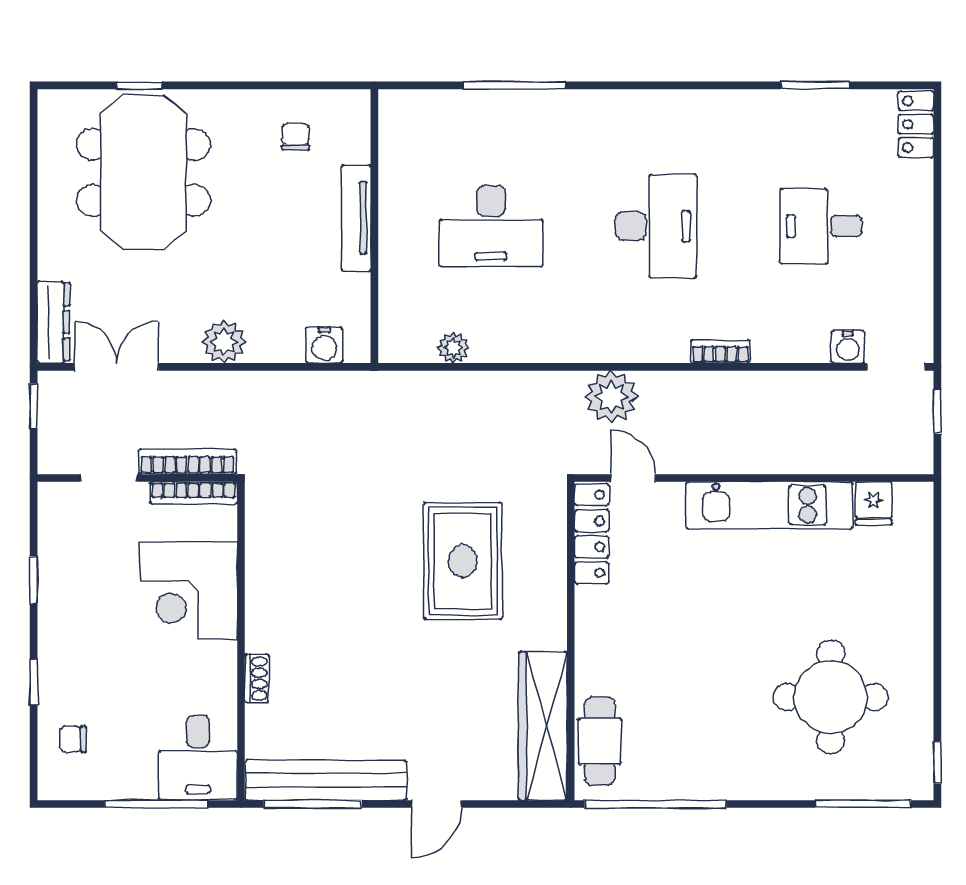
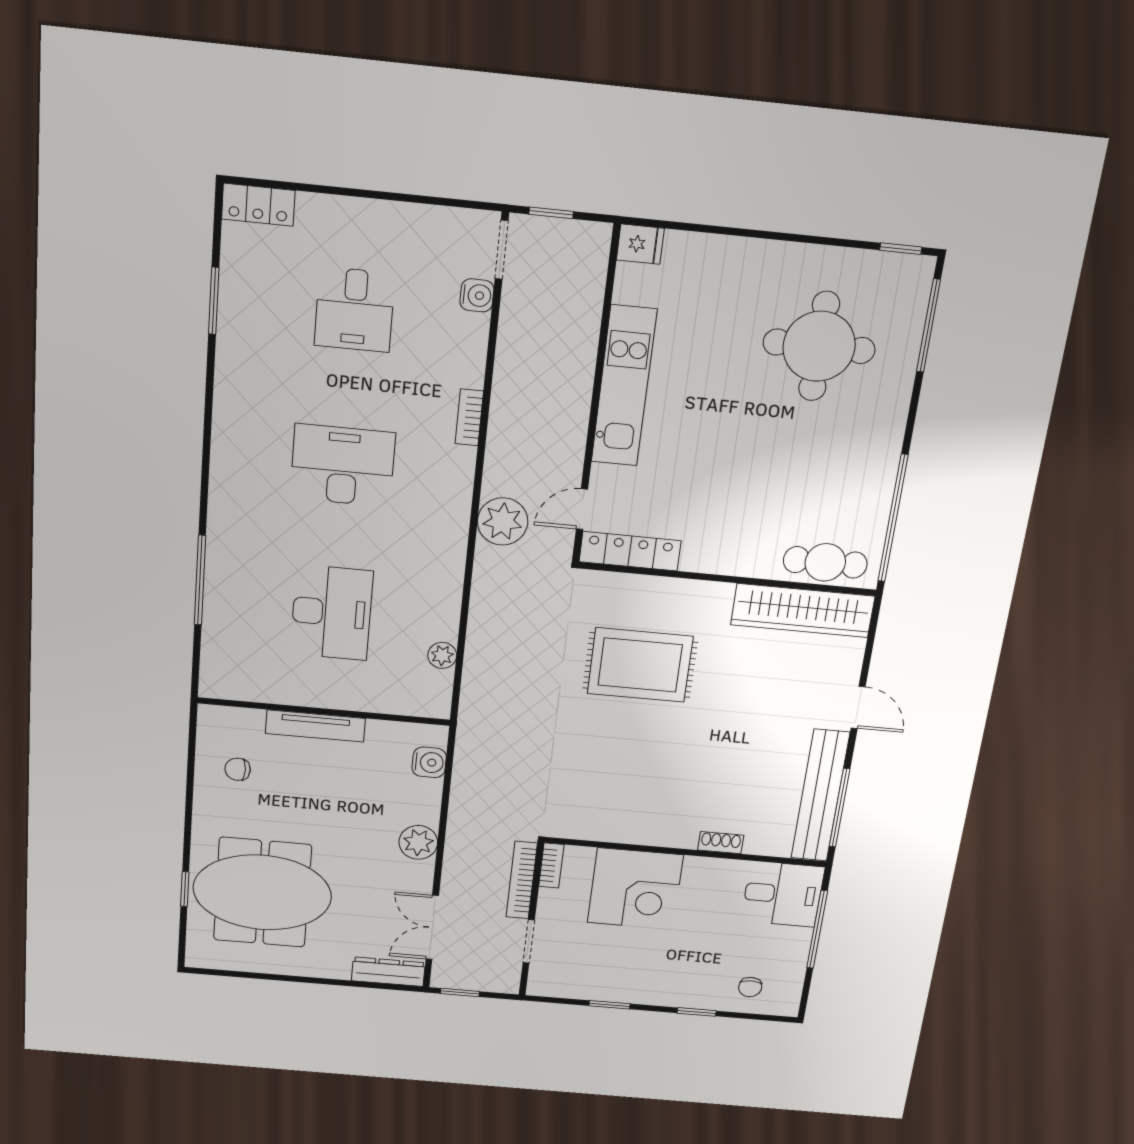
bookcase: (194, 493) -> (551, 866), width x0.64
fridge: (874, 503) -> (640, 244), moved

